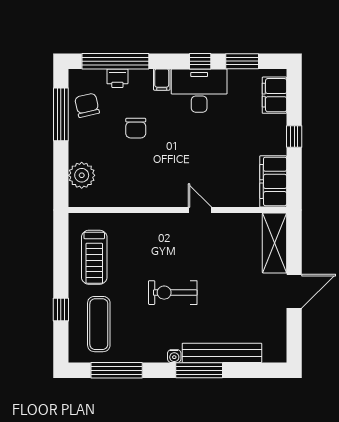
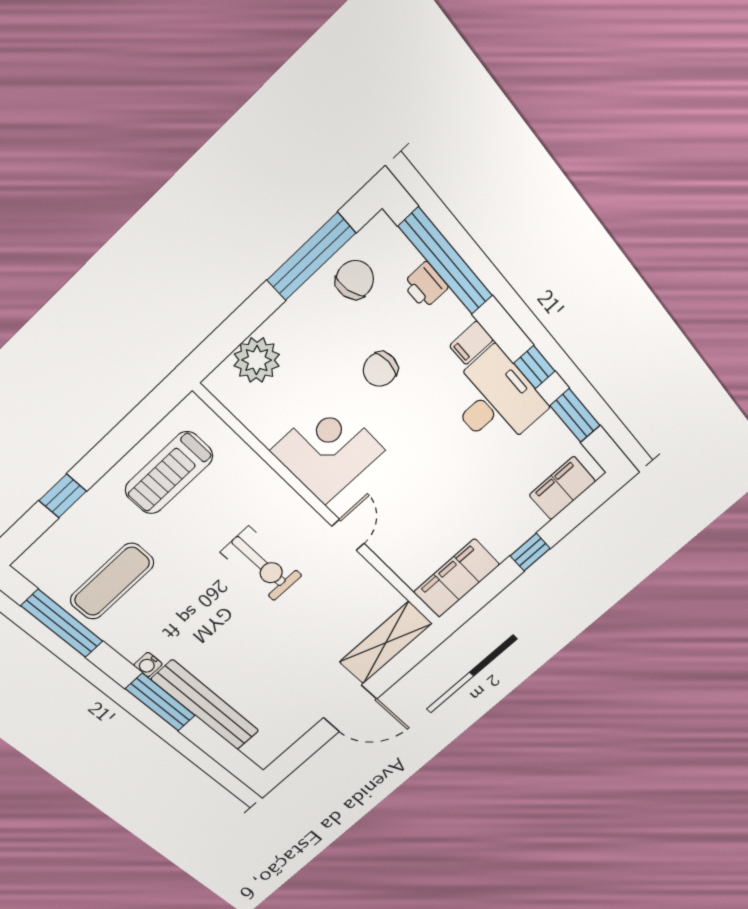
corner desk: (151, 183) -> (328, 450), added
exercise bike: (173, 293) -> (262, 564), moved, turned 180
exercise mat: (99, 324) -> (112, 581), moved

